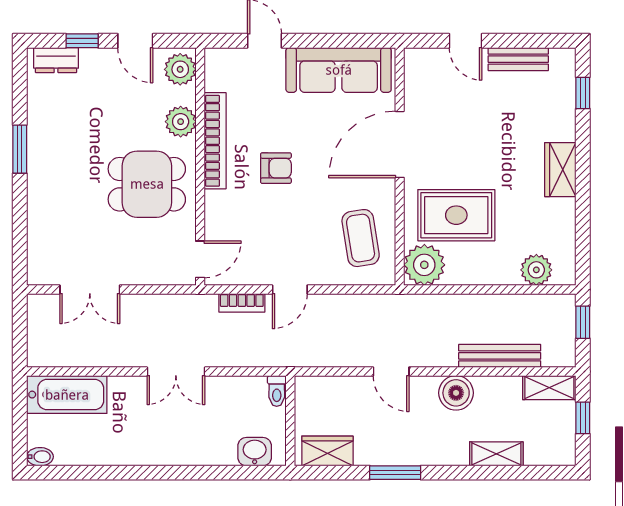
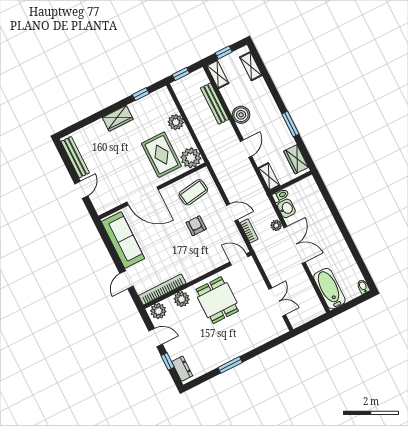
door: (135, 41) -> (156, 338), hinge flipped
bench: (518, 59) -> (75, 157), width x1.36
window: (583, 93) -> (141, 94), moved
bookcase: (215, 141) -> (162, 289), moved
armchair: (276, 168) -> (196, 226), moved
plant: (536, 270) -> (176, 122), moved
plant: (227, 356) -> (276, 225), added
double door: (176, 371) -> (295, 245), width x1.37
shelving: (321, 387) -> (269, 177), added
washbasin: (255, 452) -> (286, 208), moved, turned 180
shelving: (496, 454) -> (251, 66), moved

